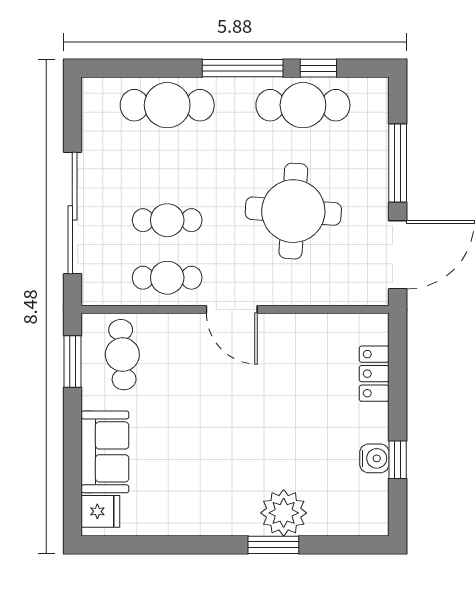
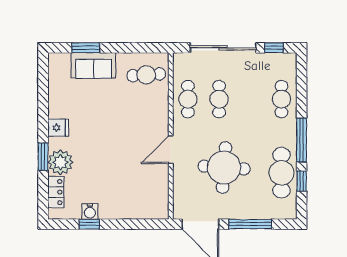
cafe table: (167, 105) -> (281, 99), width x0.73, depth x0.74
window: (72, 119) -> (274, 48), added
door: (232, 309) -> (171, 150), moved
window: (72, 361) -> (86, 48), moved
locker: (374, 374) -> (56, 192), moved, turned 90
fridge: (100, 511) -> (58, 128), moved, turned -90

